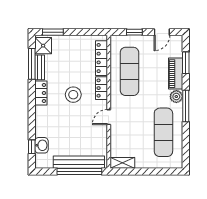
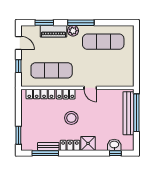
shower: (43, 46) -> (88, 143), moved
shelving: (122, 163) -> (129, 76), removed

